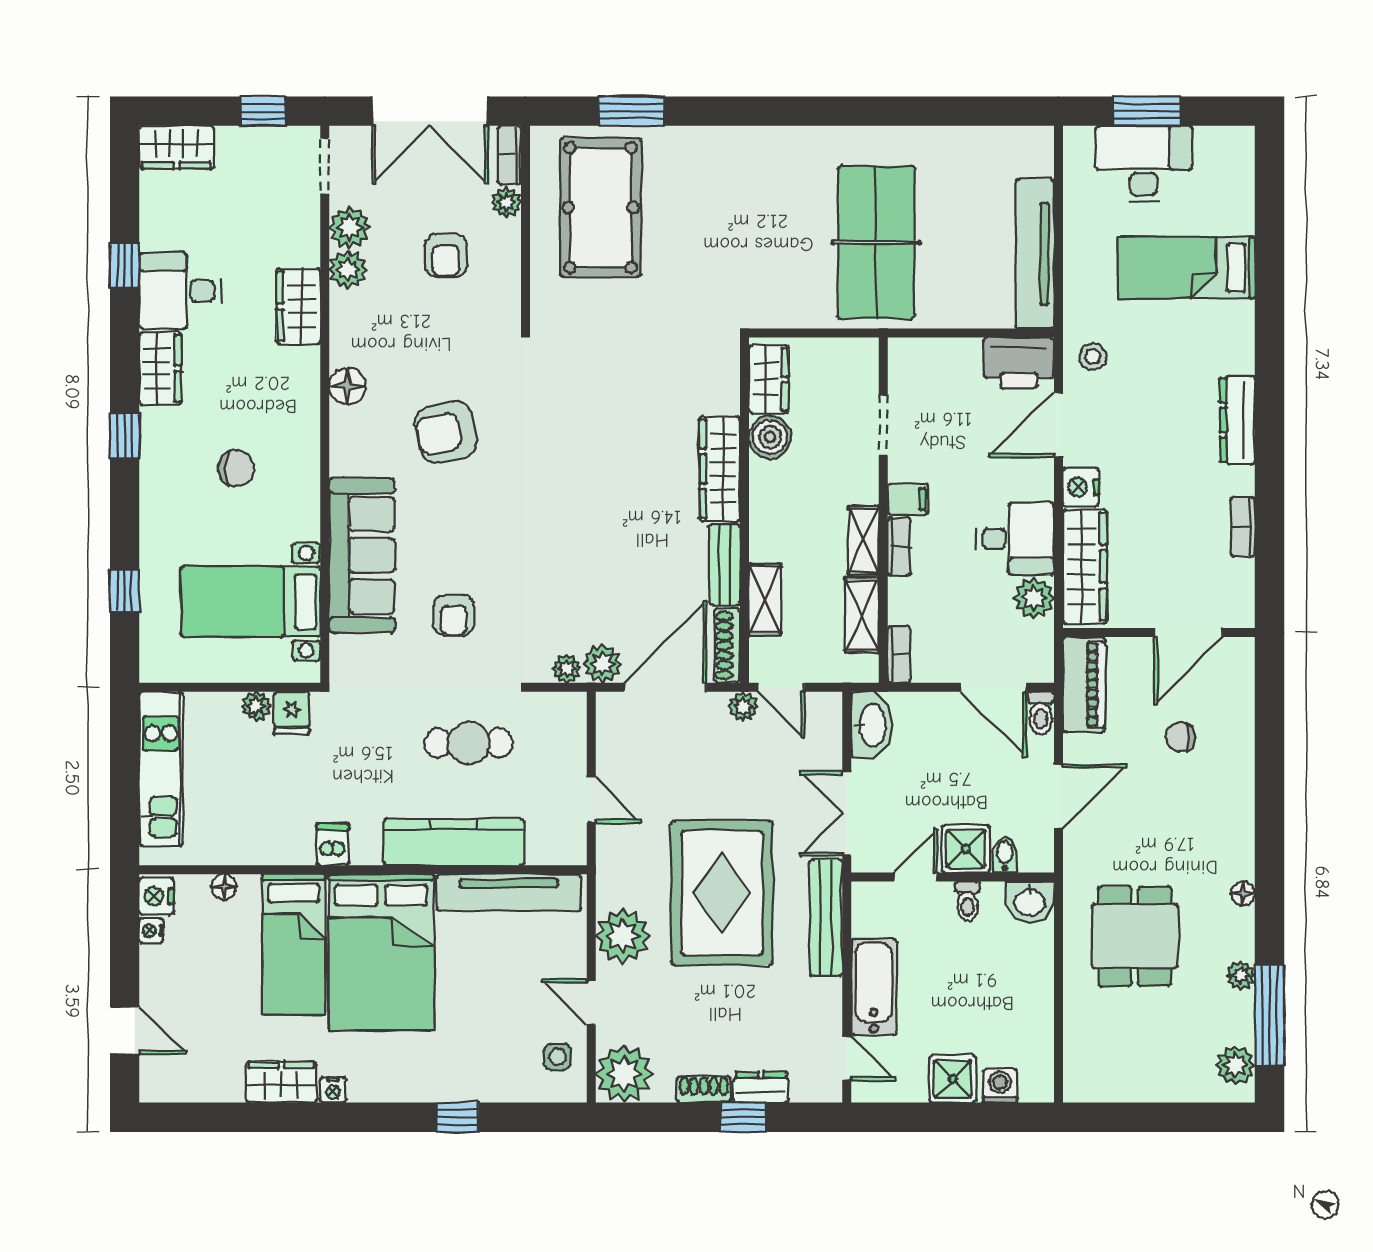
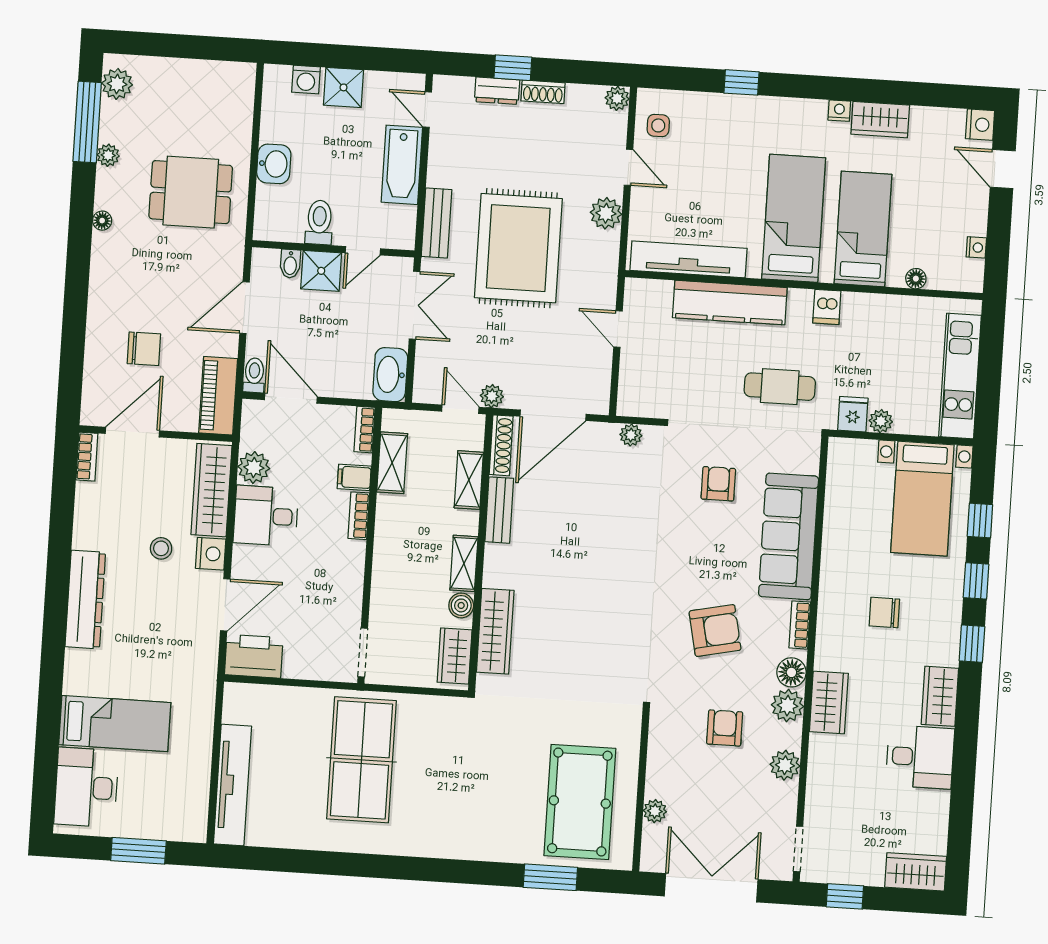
bookcase: (509, 155) -> (800, 625), moved, turned 180
desk: (1144, 164) -> (86, 787), moved, turned 90
plant: (350, 227) -> (788, 706), moved
tv unit: (1035, 254) -> (233, 785), moved
armchair: (446, 255) -> (725, 728), moved
window: (125, 266) -> (976, 581), moved
wardrobe: (298, 306) -> (829, 702), moved
stool: (1093, 357) -> (161, 548), moved
dresser: (1237, 420) -> (85, 600), width x1.37, depth x1.24
doorway: (883, 425) -> (363, 652), moved
boiler: (770, 437) -> (461, 605), width x0.73, depth x0.73
wardrobe: (720, 469) -> (495, 631), moved
filing cabinet: (908, 499) -> (354, 477), moved
bookcase: (1243, 527) -> (87, 457), moved
shelving: (863, 540) -> (464, 563), moved
bed with nightstands: (251, 602) -> (922, 499), moved, turned 90
plant: (602, 664) -> (602, 437), removed
chair: (1180, 737) -> (144, 349), width x1.37, depth x1.37
cafe table: (469, 743) -> (780, 387), moved
nightstand: (156, 896) -> (980, 125), moved
toilet: (968, 901) -> (319, 222), width x1.37, depth x1.39
washbasin: (1030, 902) -> (274, 164), moved, turned 90
bench: (826, 918) -> (436, 223), width x0.73
plant: (623, 936) -> (606, 213), width x0.73, depth x0.73
dining table: (1135, 936) -> (191, 192), turned 90
bed: (381, 952) -> (794, 218), width x0.67
plant: (624, 1074) -> (617, 98), width x0.53, depth x0.53

